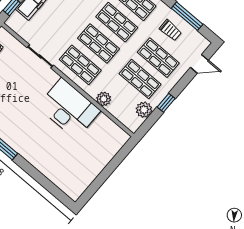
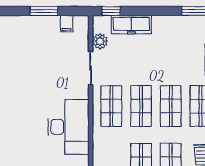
plant: (104, 99) -> (100, 41), moved

